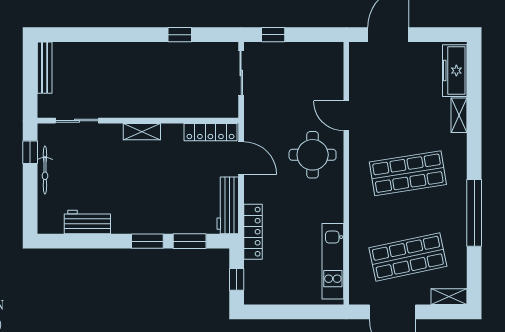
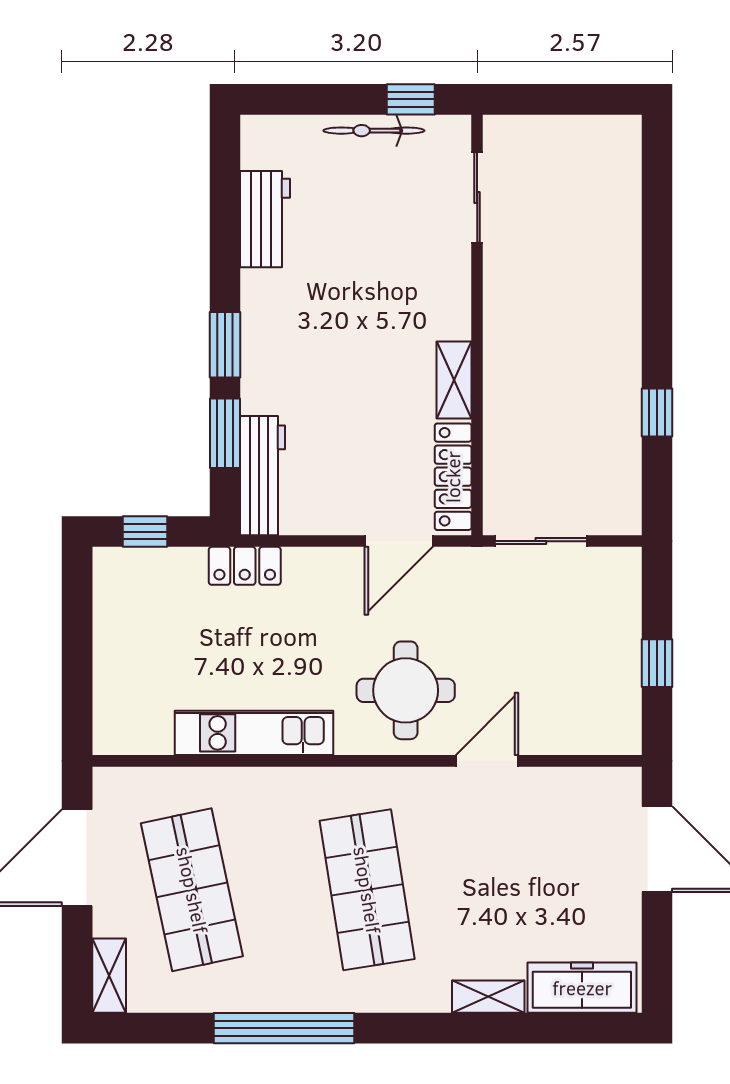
window: (273, 35) -> (657, 663), moved
bench: (45, 68) -> (588, 130), removed
sliding door: (241, 73) -> (541, 541), moved
shelving: (142, 132) -> (454, 380), moved
workbench: (228, 205) -> (263, 476), moved, turned 90
locker: (253, 232) -> (245, 566), width x0.66
kitchen unit: (333, 261) -> (254, 733), moved

